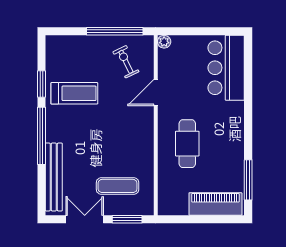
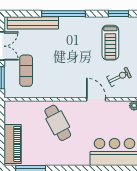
window: (41, 84) -> (118, 14), moved
treadmill: (74, 93) -> (110, 43), moved
cafe table: (187, 144) -> (58, 123), turned 62

